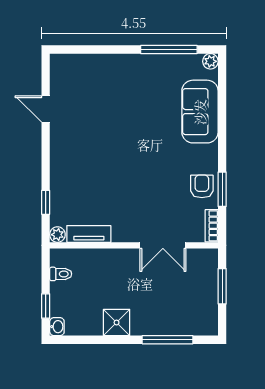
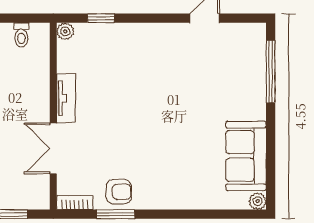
window: (169, 50) -> (271, 72), moved
sofa: (200, 112) -> (246, 156), moved, turned -90
tv unit: (89, 234) -> (66, 98), moved

